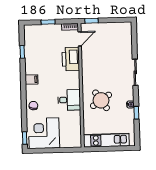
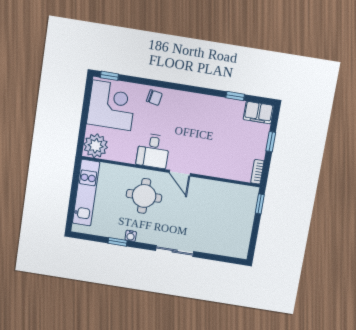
door: (80, 39) -> (180, 173), moved
printer: (71, 59) -> (211, 164), removed
filing cabinet: (32, 79) -> (259, 113), moved, width x2.00
round table: (101, 100) -> (144, 196), turned 34
plant: (73, 139) -> (96, 146), added

